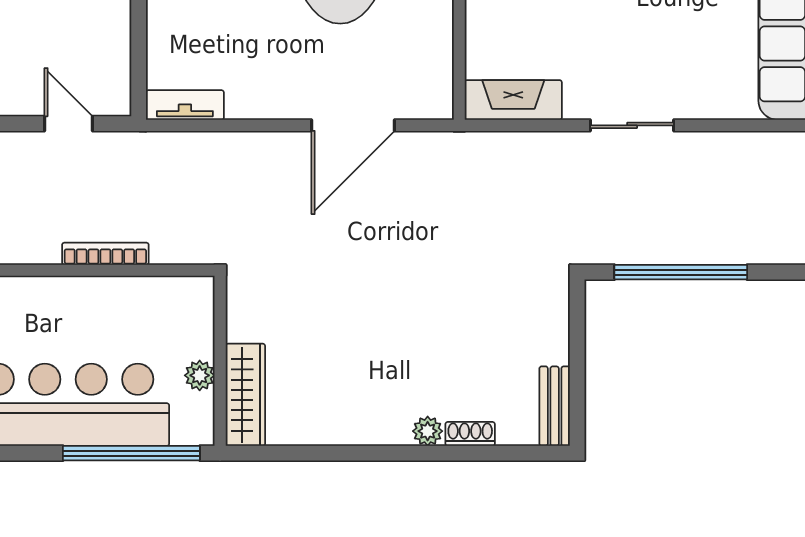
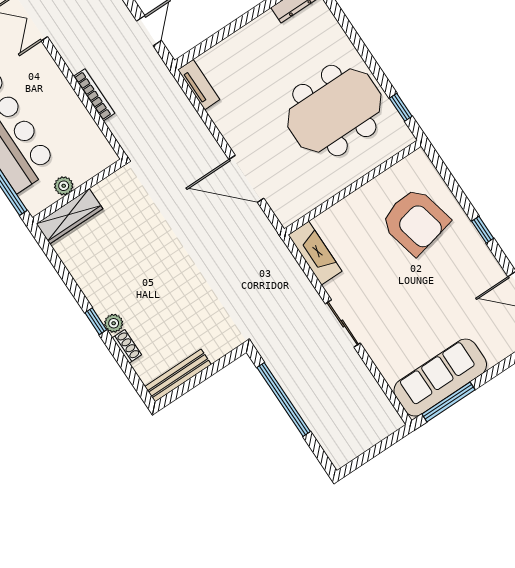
bench: (555, 406) -> (178, 375), width x1.36
window: (409, 453) -> (96, 321), added

